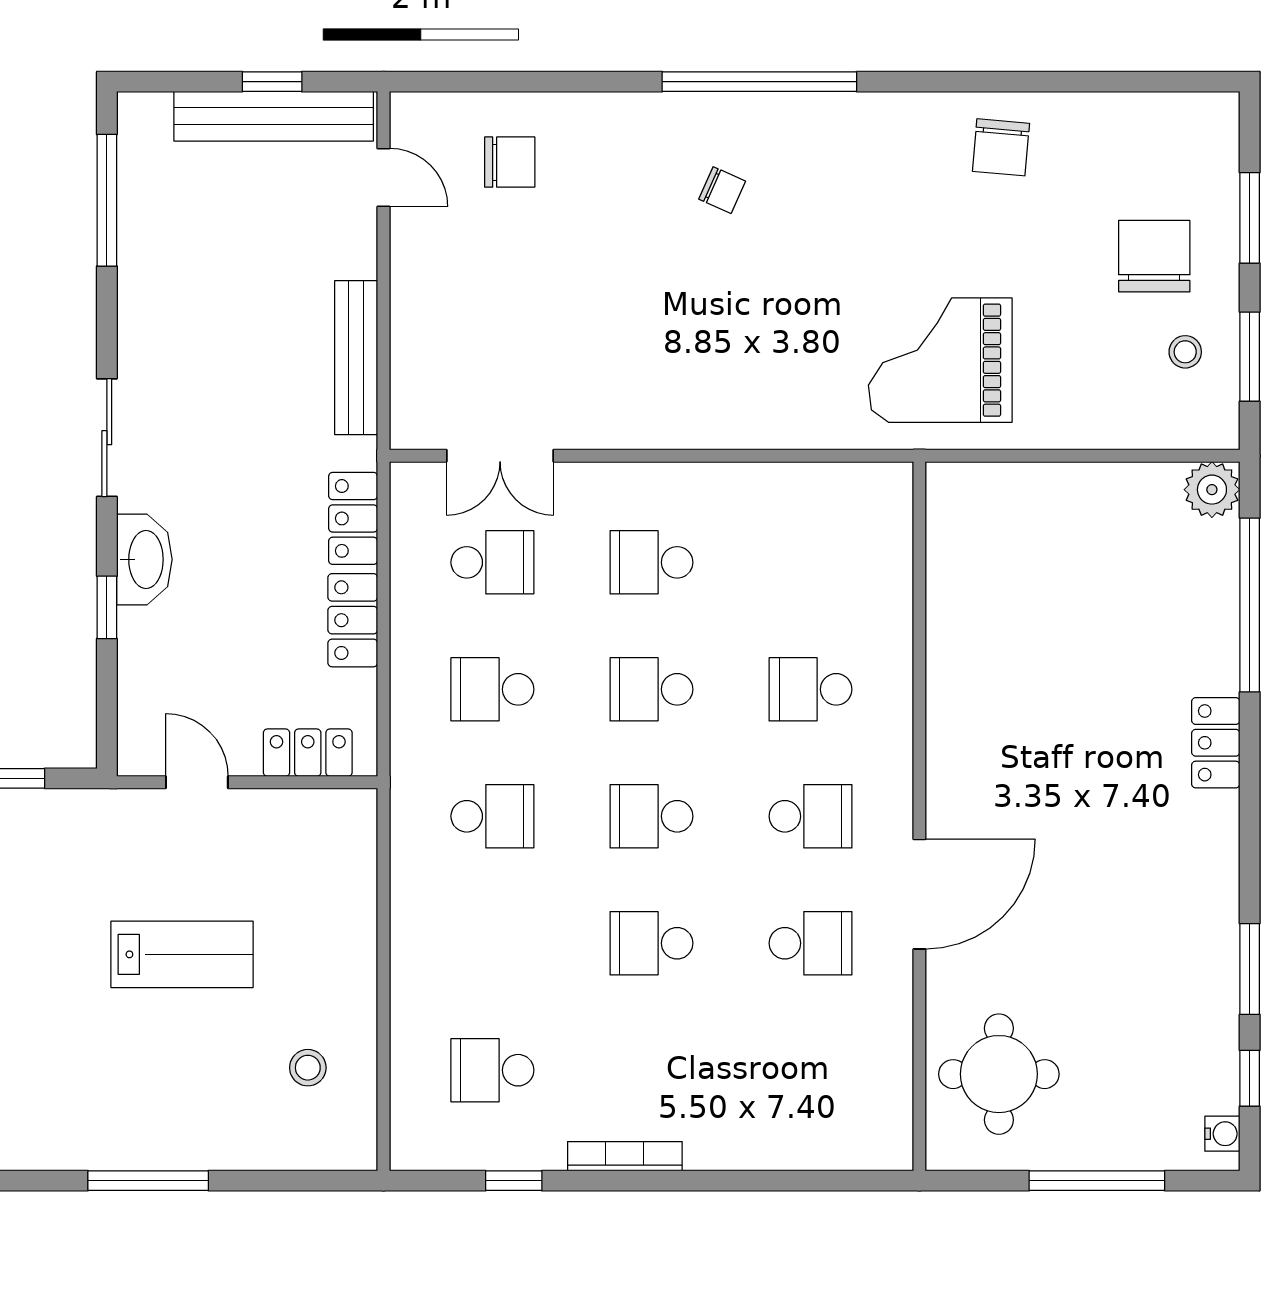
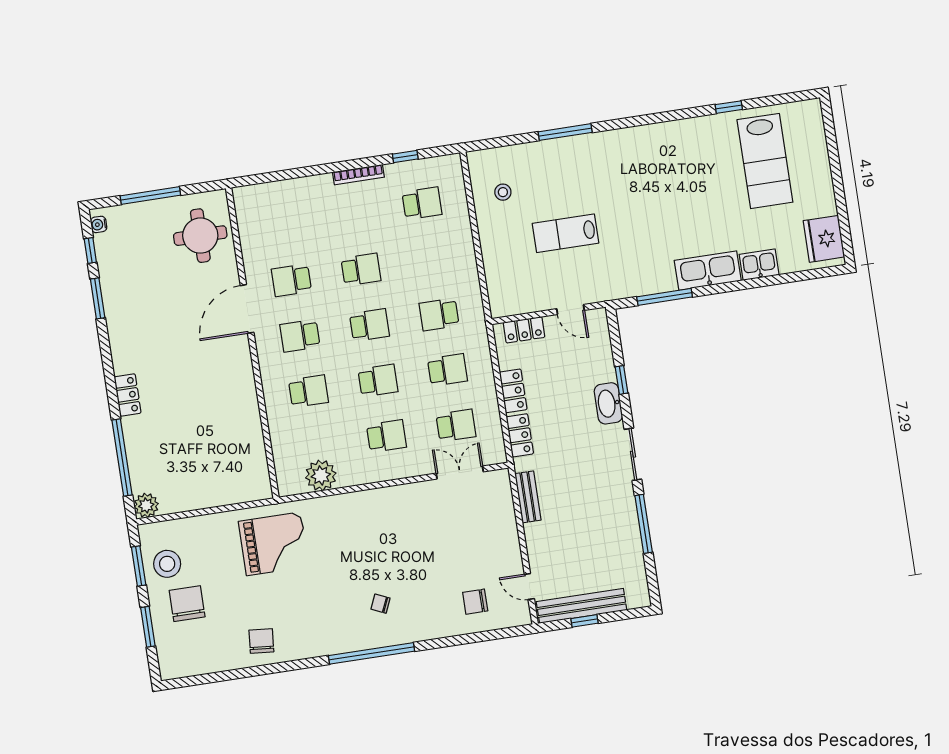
window: (107, 200) -> (644, 524), moved
chair: (1154, 256) -> (187, 604), turned 180
stool: (1185, 352) -> (167, 564), width x1.89, depth x1.89
bench: (356, 358) -> (528, 497), width x0.73
plant: (812, 497) -> (321, 475), added
school desk: (492, 562) -> (456, 425), turned 180

